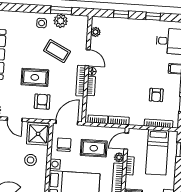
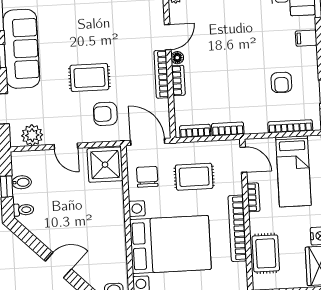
coffee table: (57, 51) -> (119, 33), removed
door: (88, 58) -> (168, 37), hinge flipped
armchair: (42, 102) -> (105, 114), turned -90
door: (67, 123) -> (148, 142), hinge flipped
door: (126, 141) -> (243, 160), swing flipped
plant: (119, 157) -> (235, 186), removed
stool: (31, 160) -> (98, 207), removed

